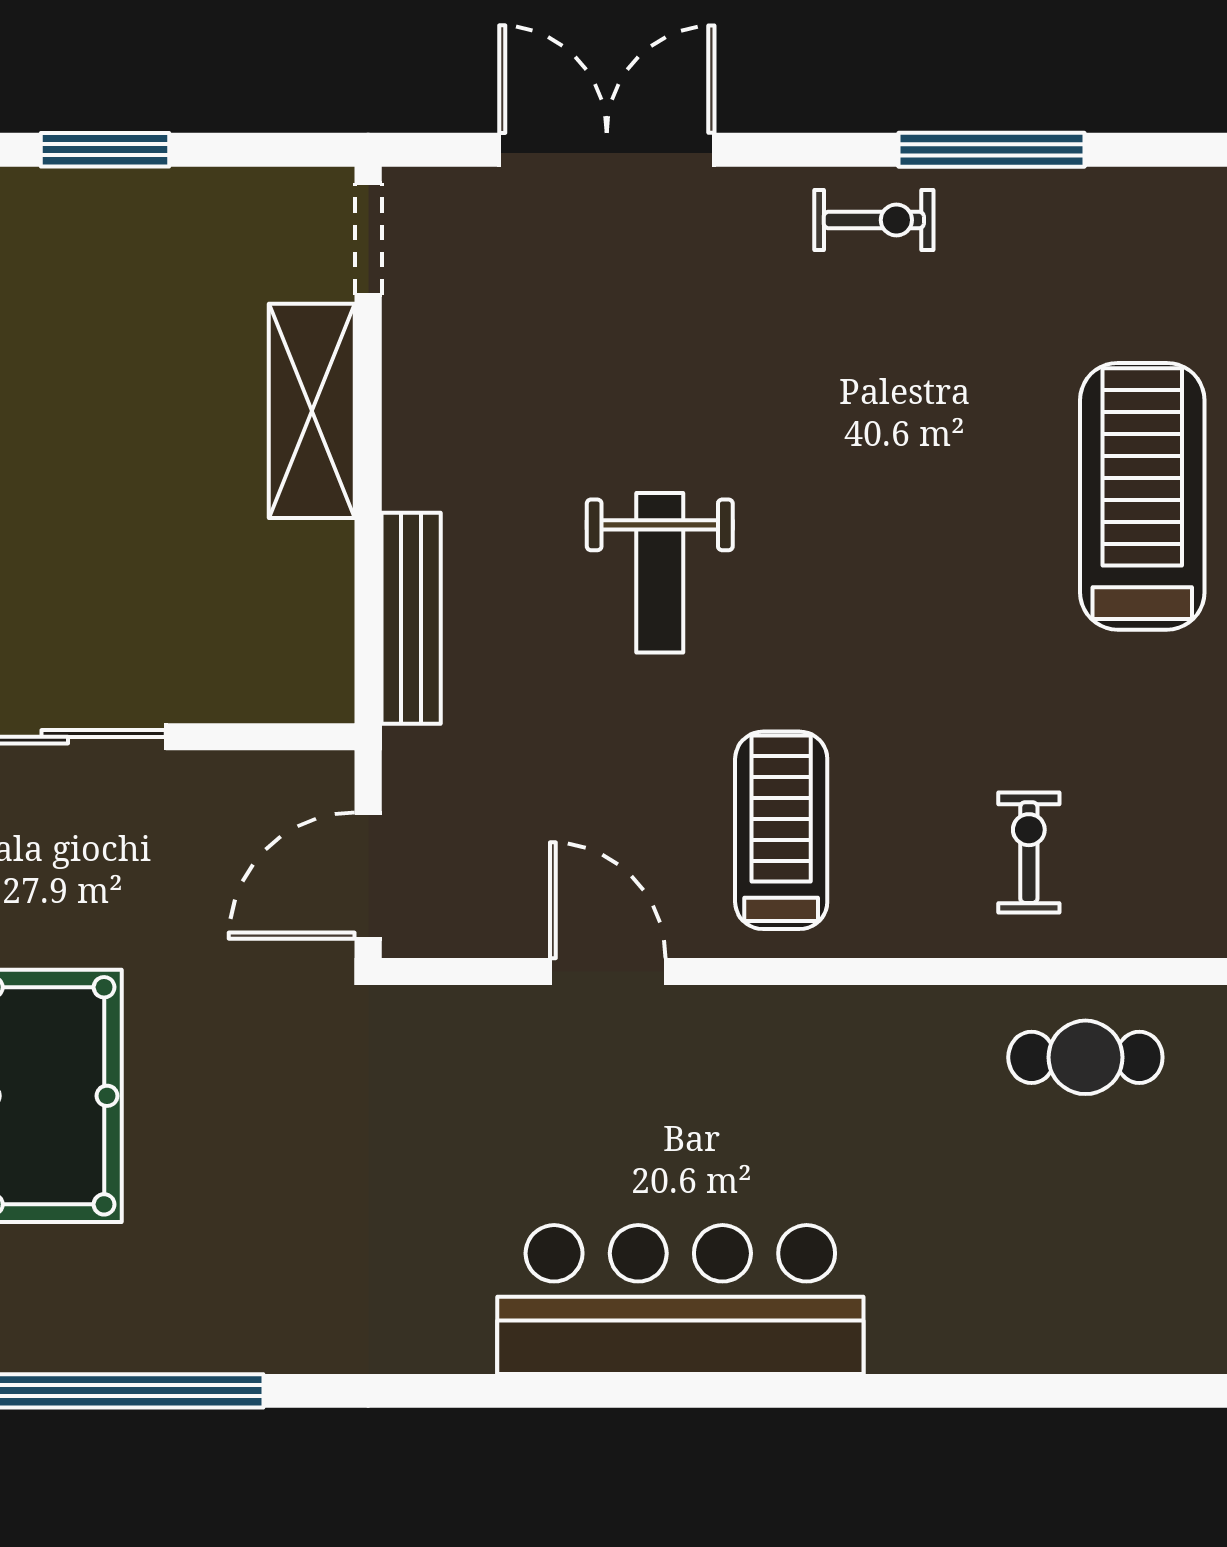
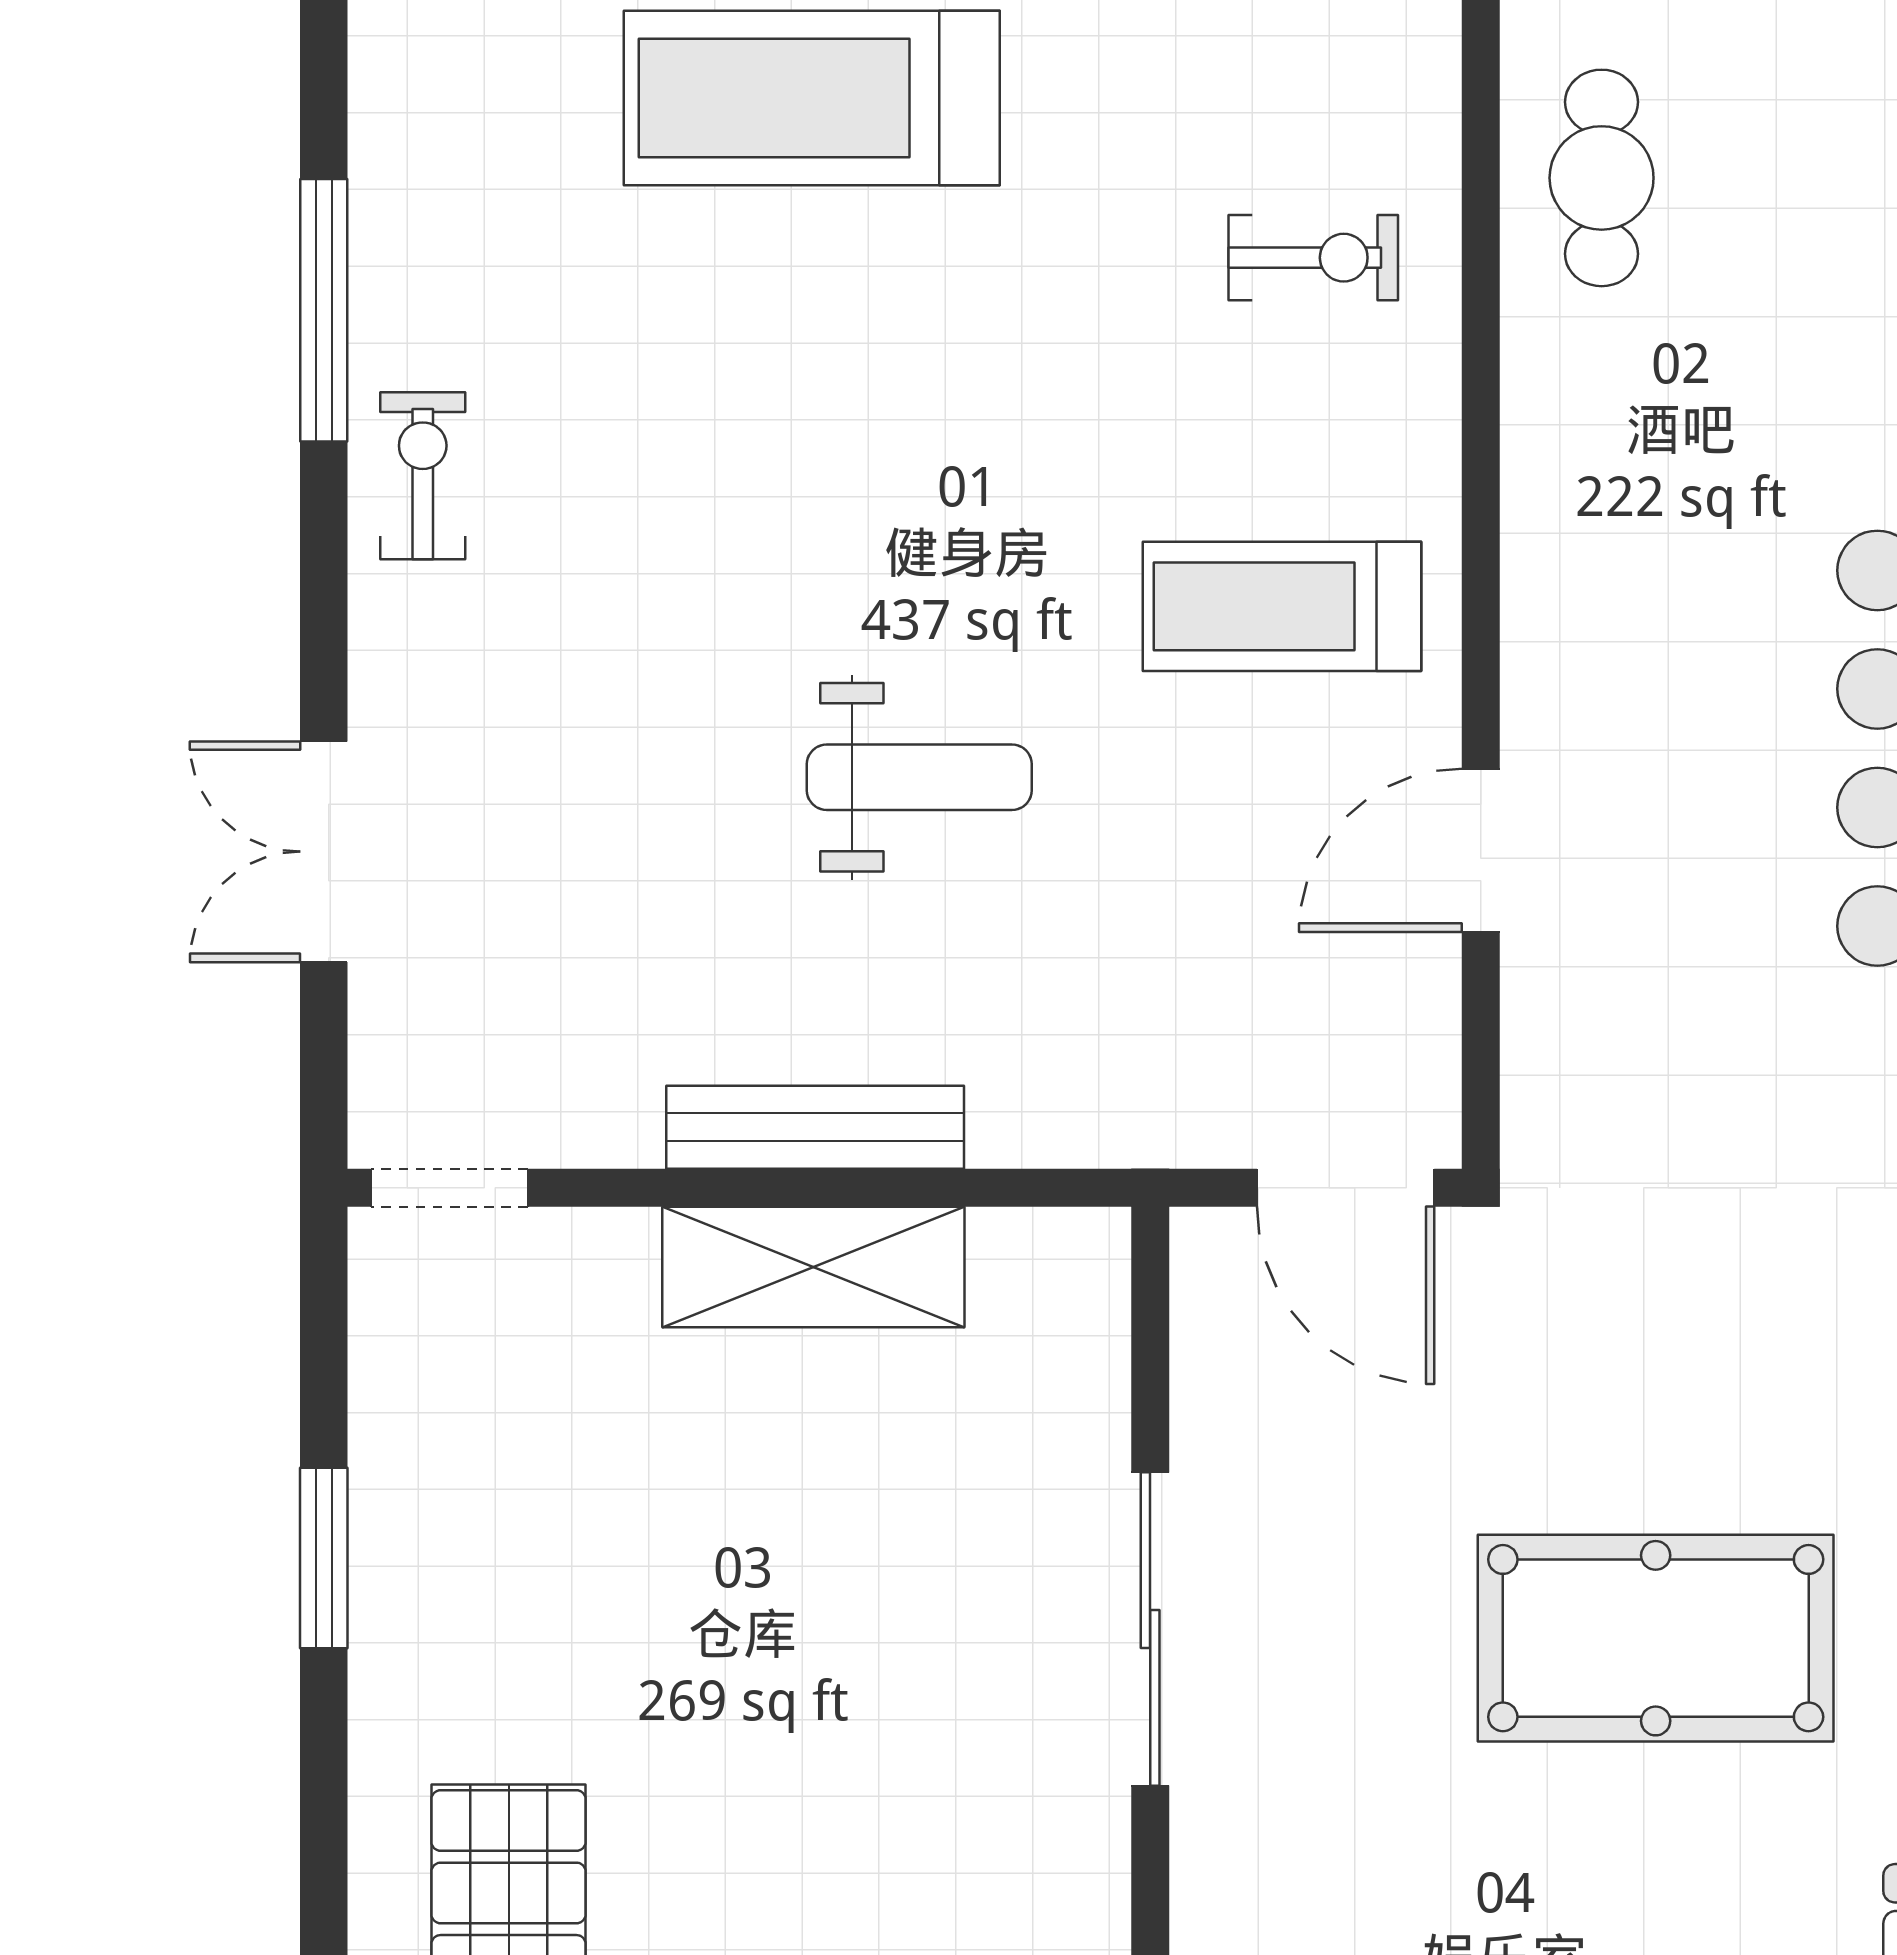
double door: (607, 150) -> (324, 852), width x0.73
shelving: (312, 411) -> (813, 1267), moved
bench: (411, 618) -> (815, 1127), moved
exercise bike: (1029, 853) -> (1313, 258), turned 180

